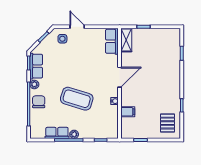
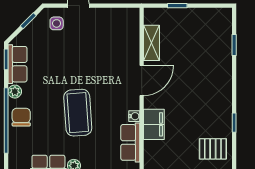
shelving: (126, 40) -> (152, 43), moved
row of seats: (112, 41) -> (130, 142), moved
coffee table: (77, 99) -> (78, 113), turned 69
filing cabinet: (128, 112) -> (154, 124), width x2.00
pallet: (168, 123) -> (213, 149), turned 90

